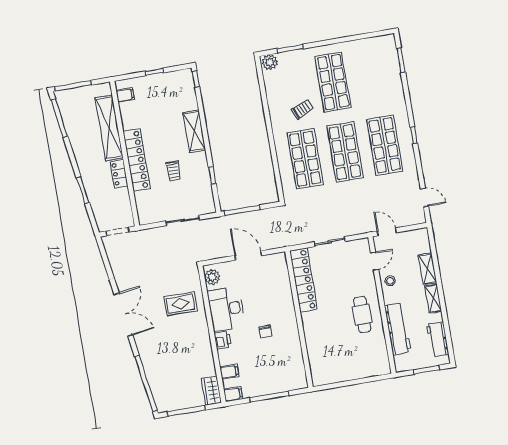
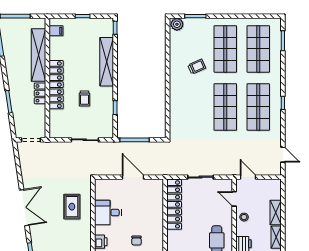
shelving: (194, 131) -> (107, 62), width x1.47
shop shelf: (305, 159) -> (258, 49), moved
door: (374, 261) -> (234, 199), swing flipped
plant: (212, 277) -> (101, 190), removed
rug: (181, 304) -> (72, 207), turned 90
desk: (226, 309) -> (108, 213), width x0.73

